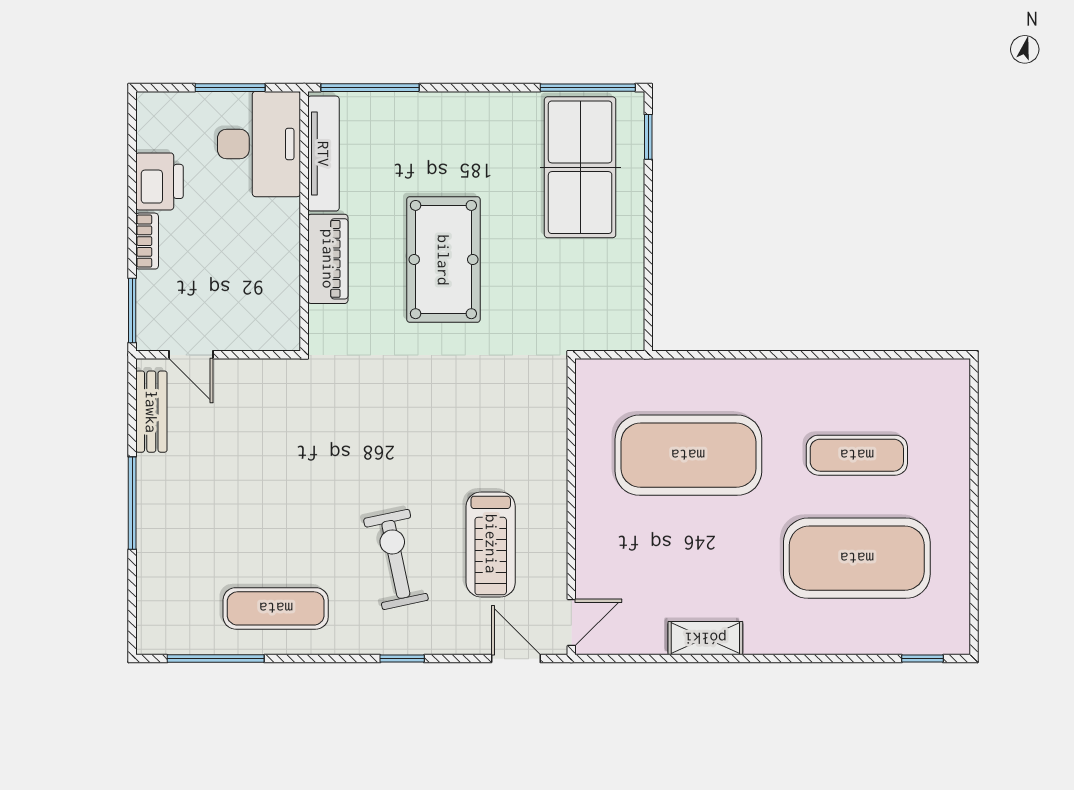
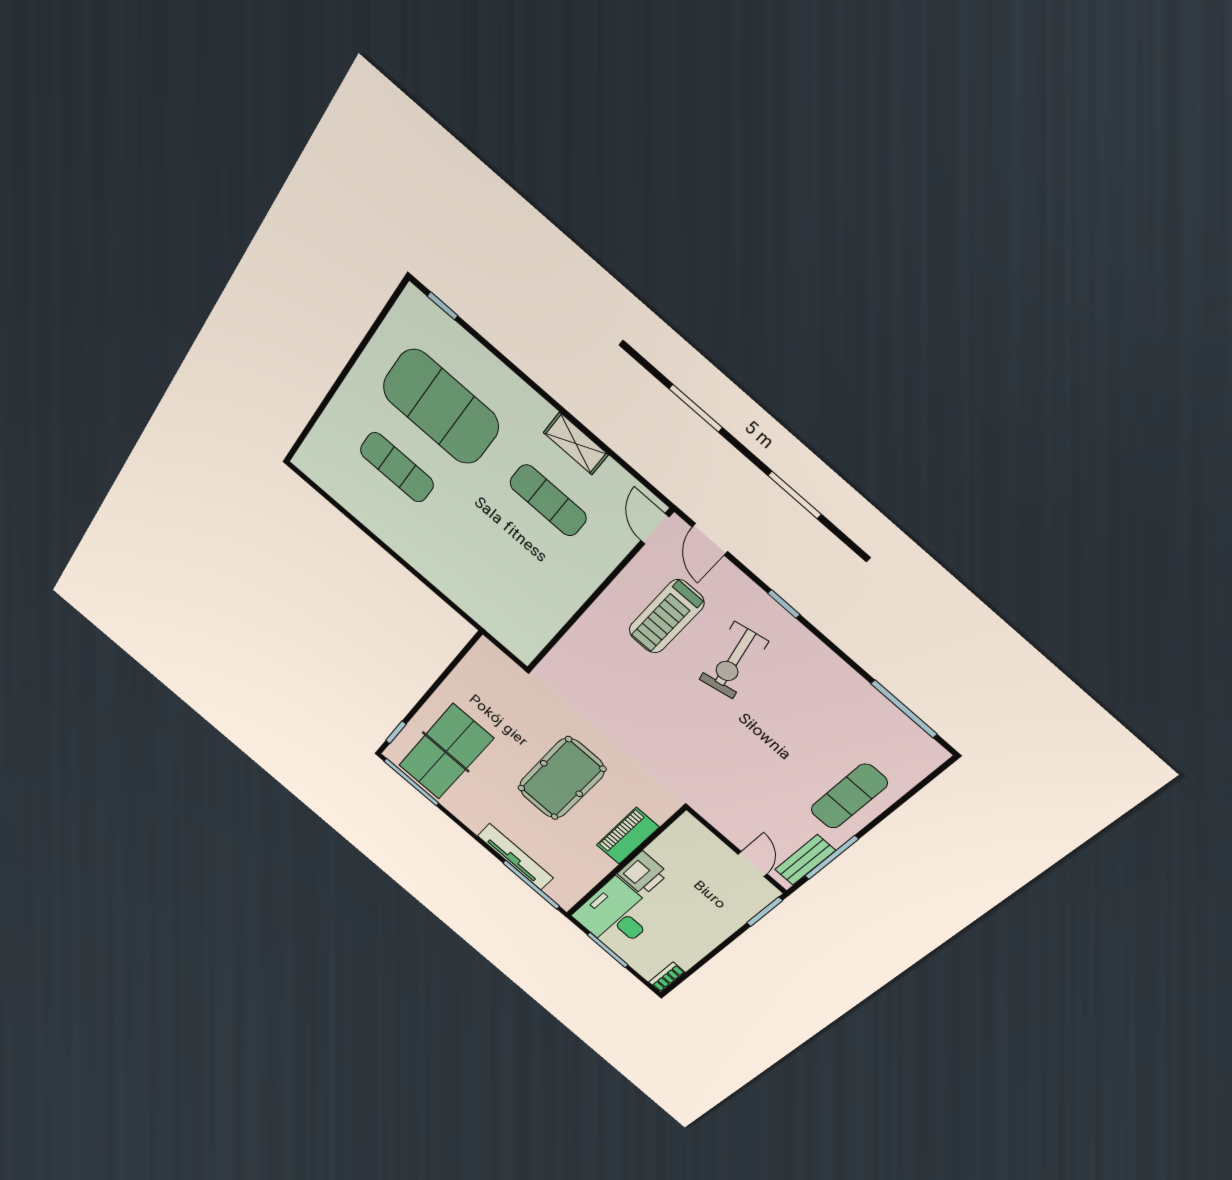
tv unit: (323, 154) -> (515, 857), moved, turned 90
printer: (159, 181) -> (643, 874), moved, turned 180
bookcase: (147, 241) -> (667, 977), moved
exercise mat: (688, 455) -> (548, 500), moved, width x0.50, depth x0.69
window: (132, 503) -> (832, 858), moved
treadmill: (491, 544) -> (666, 617), turned 180
exercise mat: (276, 608) -> (849, 796), moved, turned 90
door: (571, 623) -> (655, 529), hinge flipped

